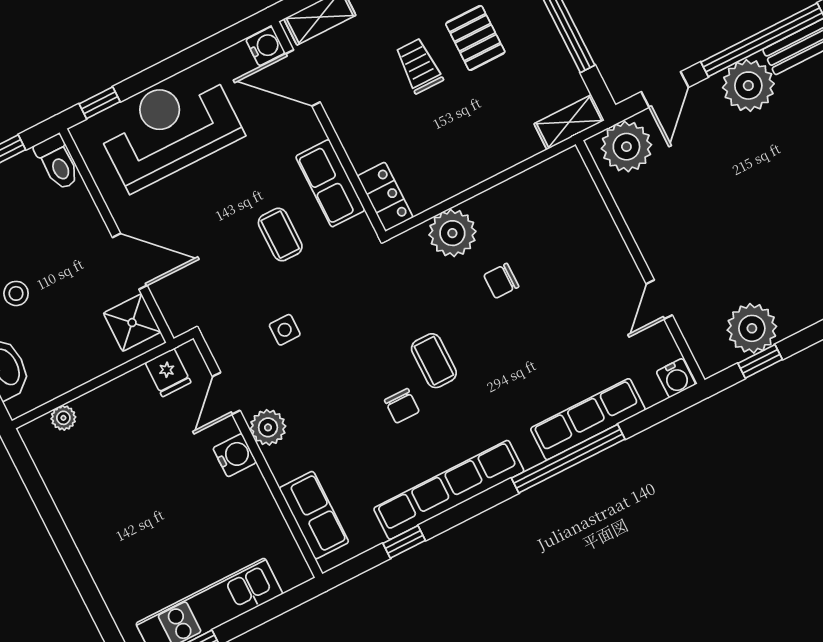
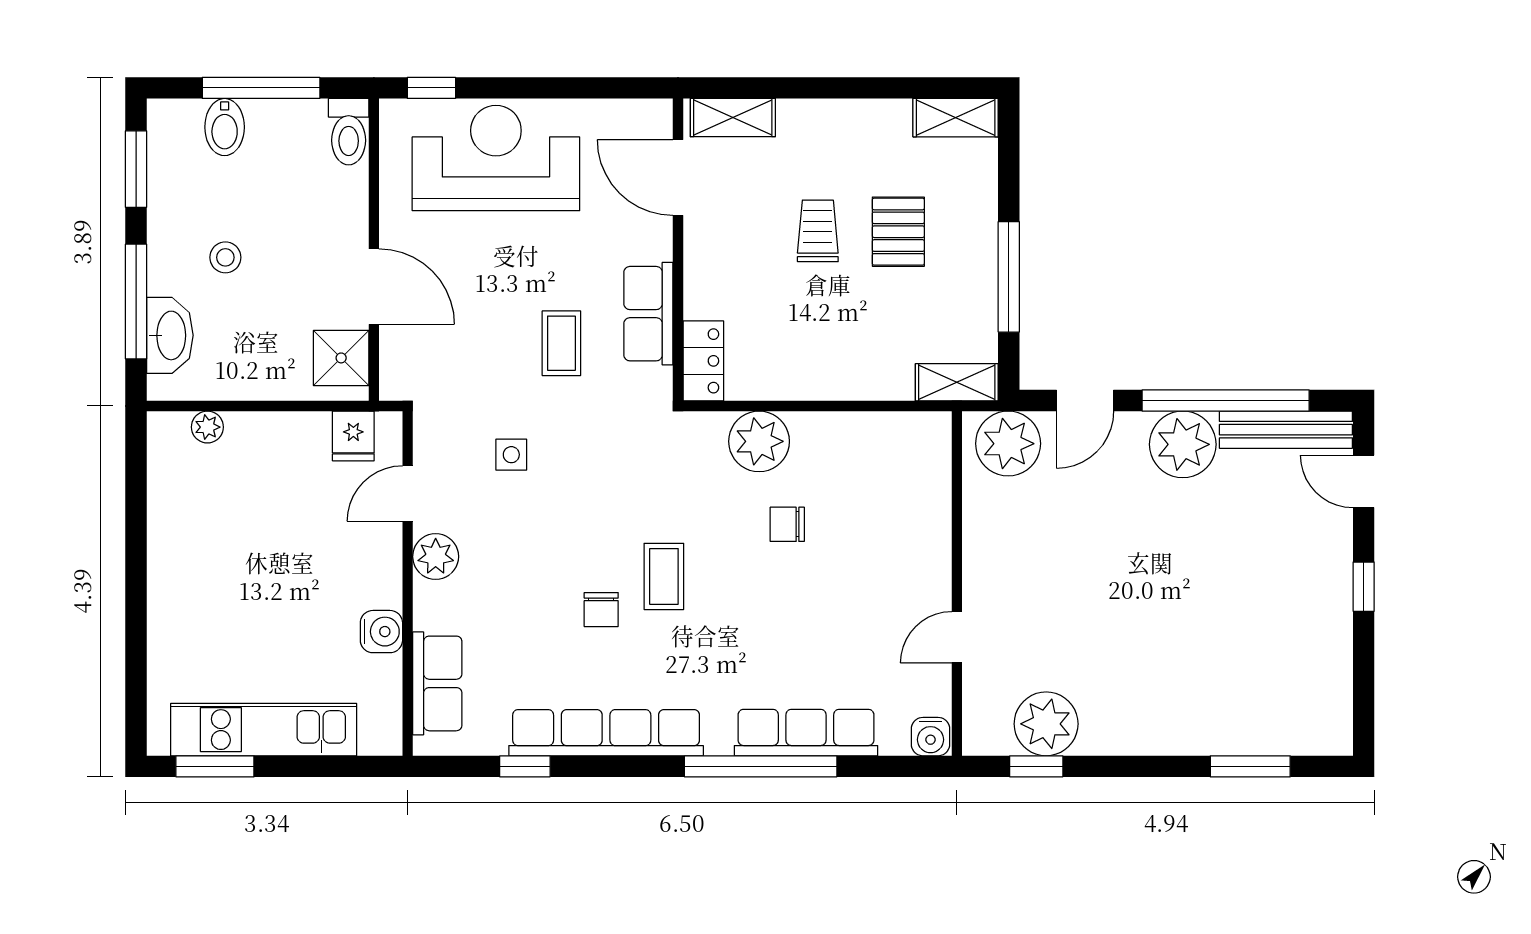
water cooler: (266, 46) -> (654, 119), removed
water cooler: (235, 455) -> (381, 632), moved

